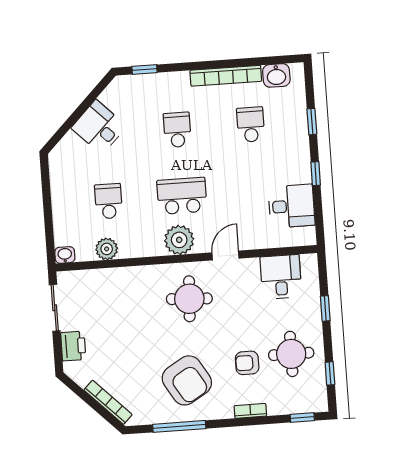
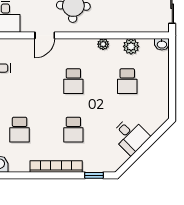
bookcase: (226, 76) -> (56, 167), moved
school desk: (182, 196) -> (73, 81), width x0.54
plant: (179, 240) -> (103, 44), moved, width x0.53, depth x0.53

